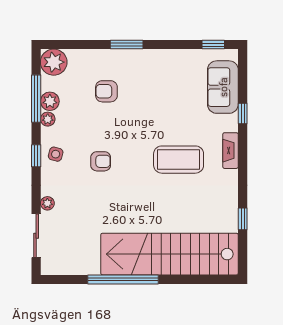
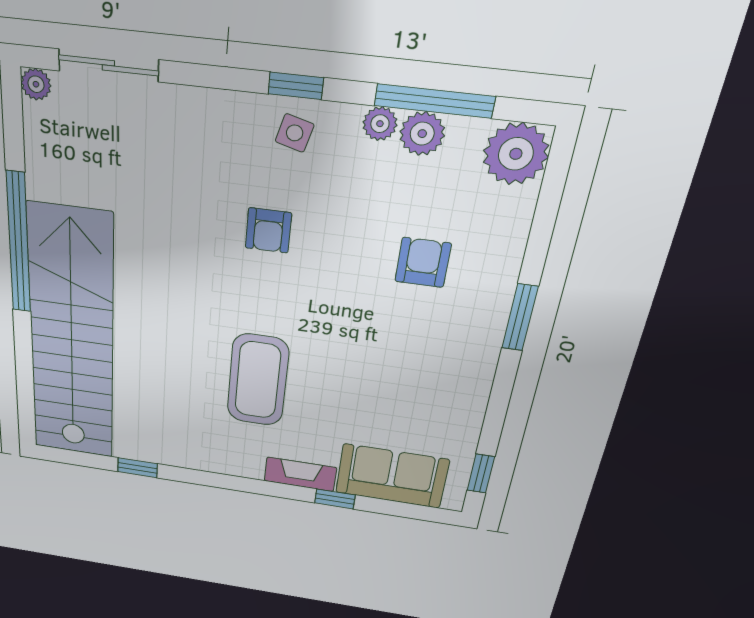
fireplace: (230, 151) -> (300, 474), moved
plant: (47, 203) -> (36, 84), moved

